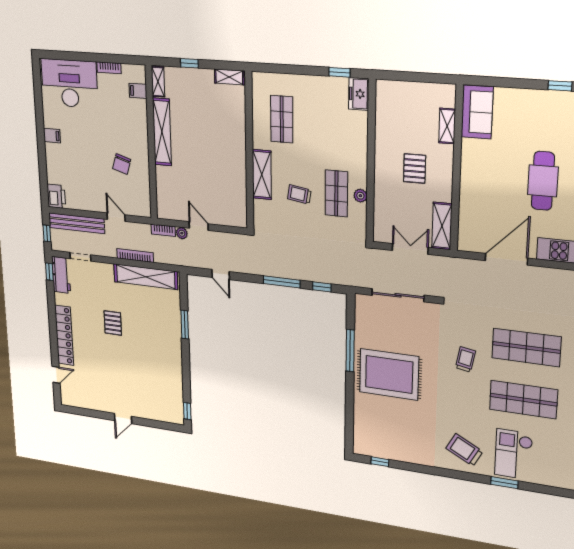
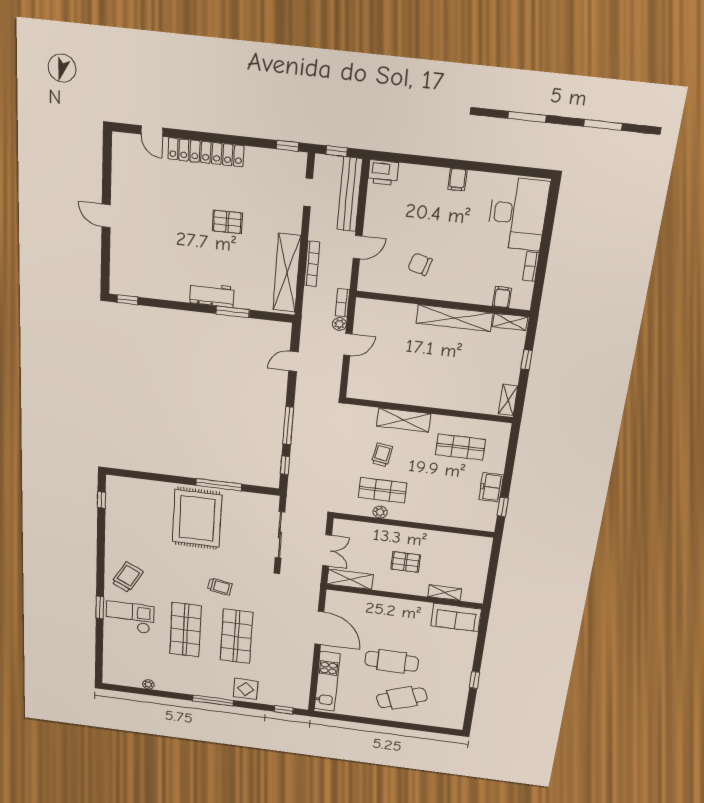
freezer: (359, 94) -> (491, 487), moved, turned -90
workbench: (61, 275) -> (212, 295), moved, turned 180

